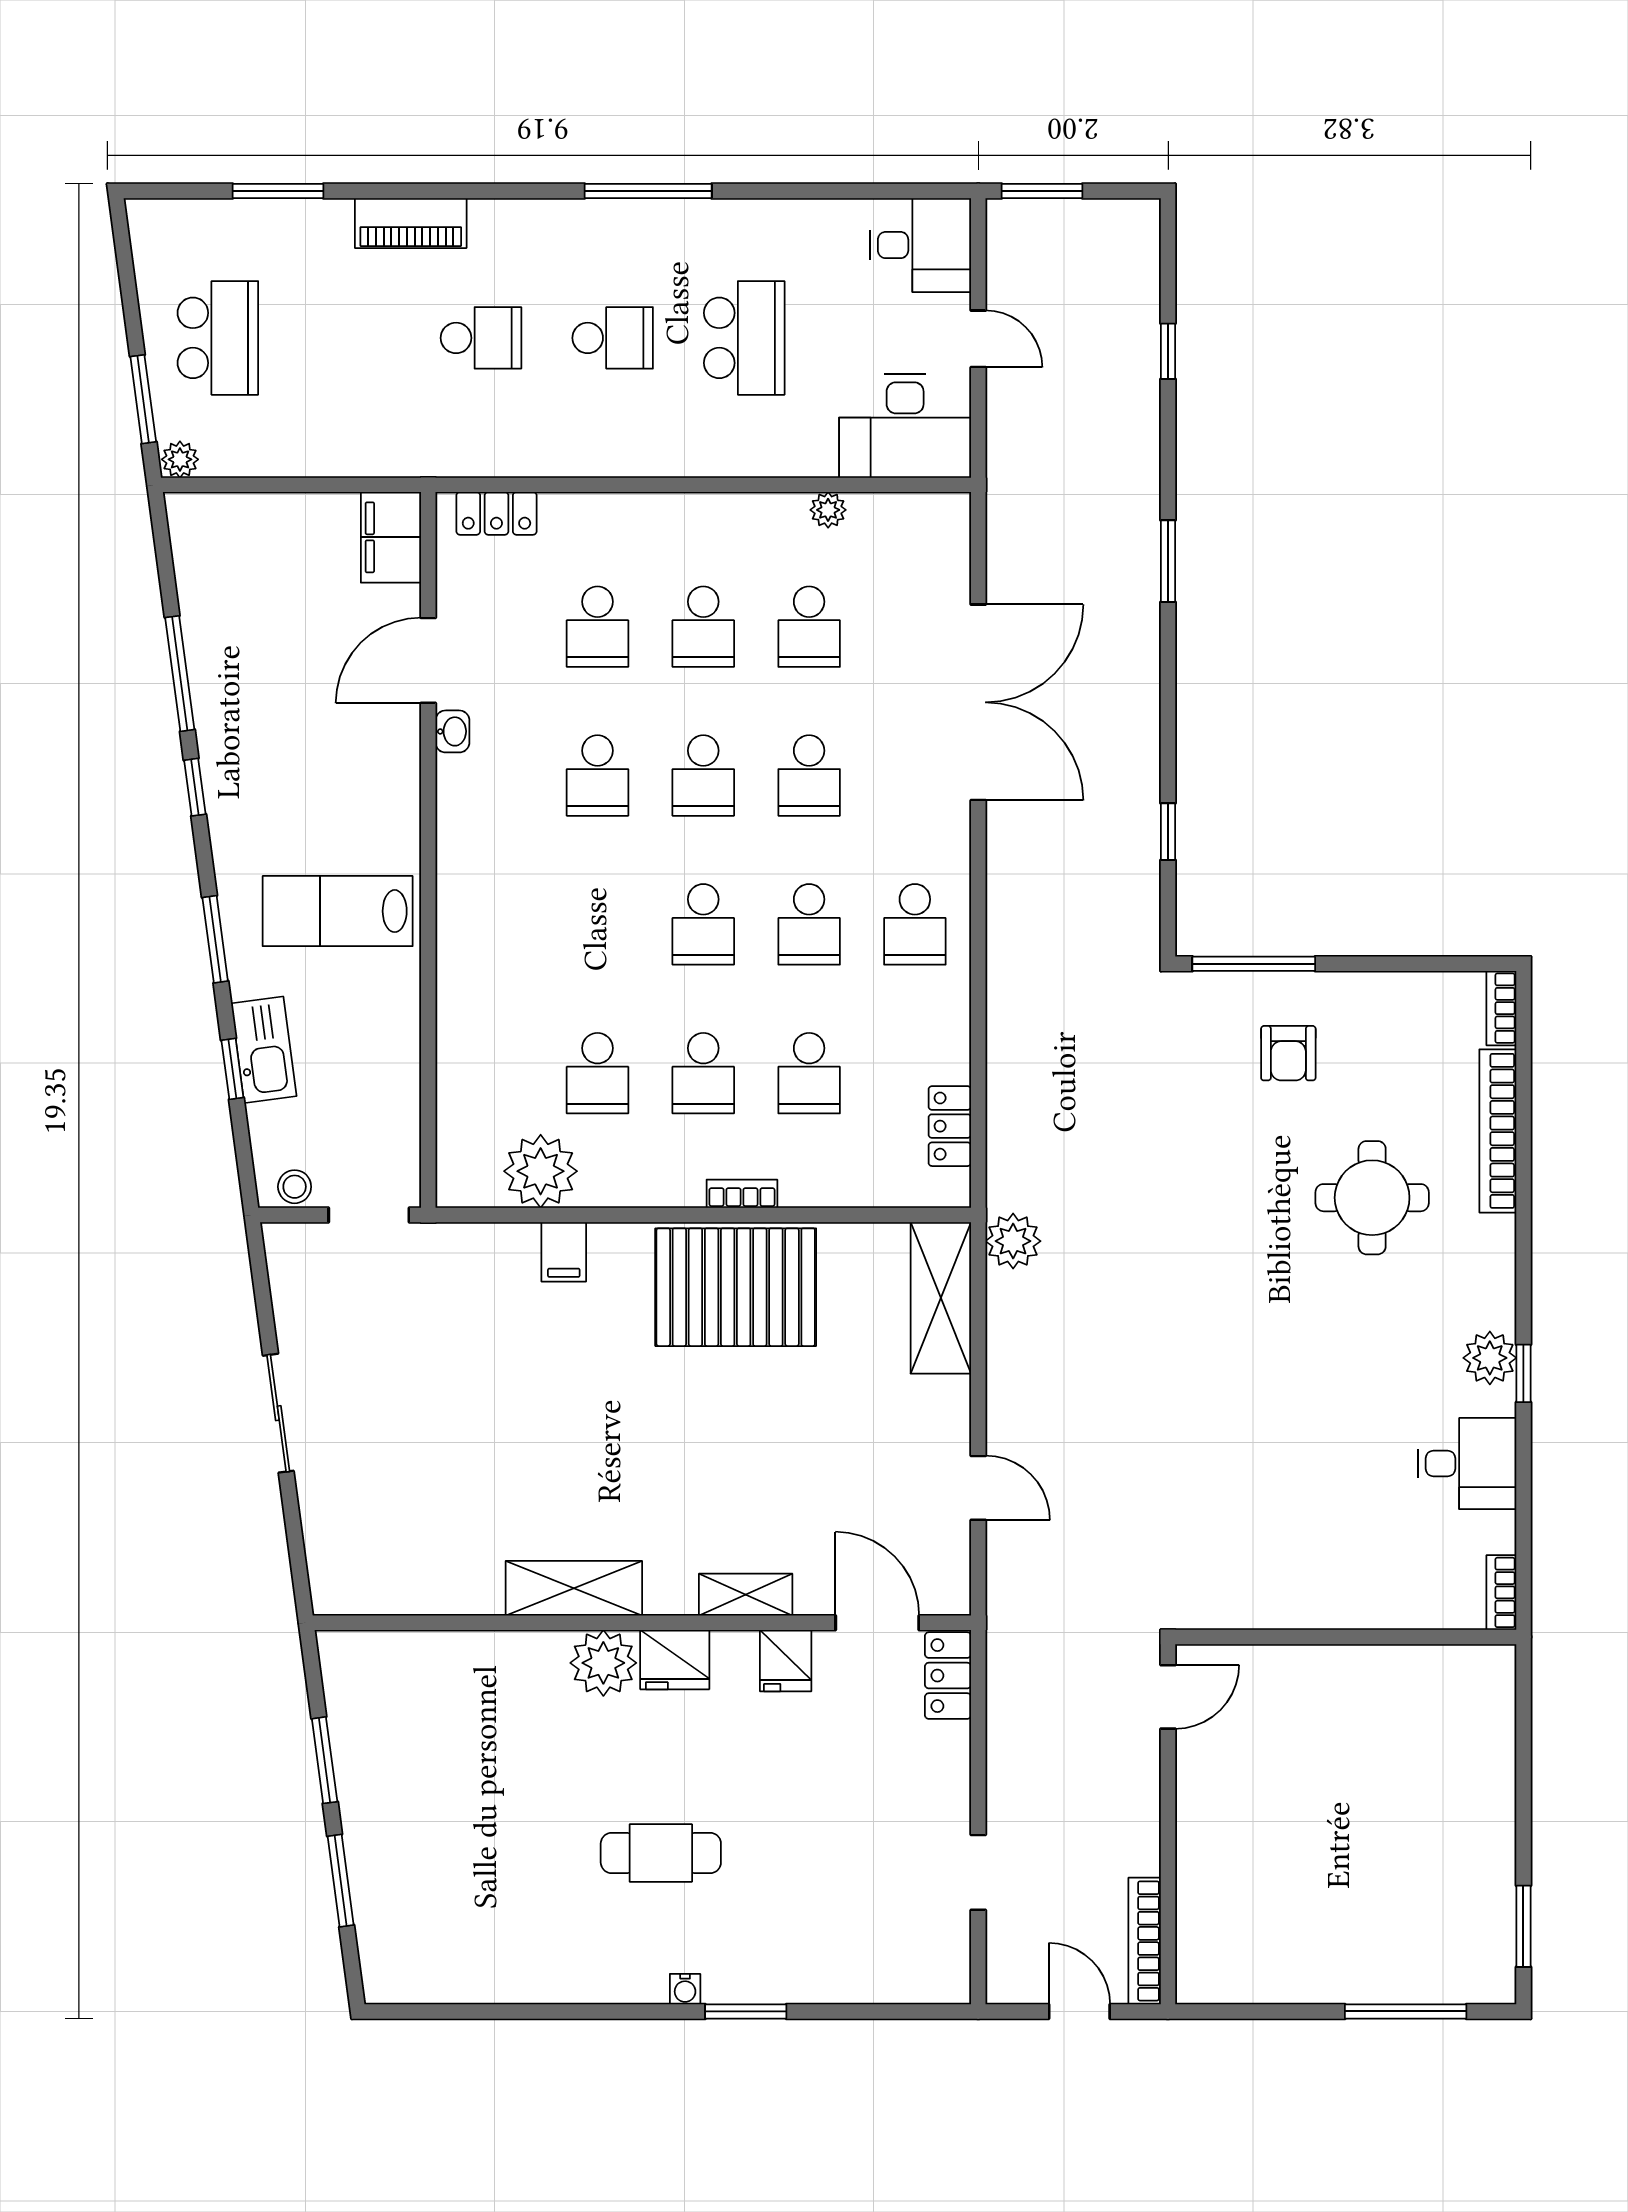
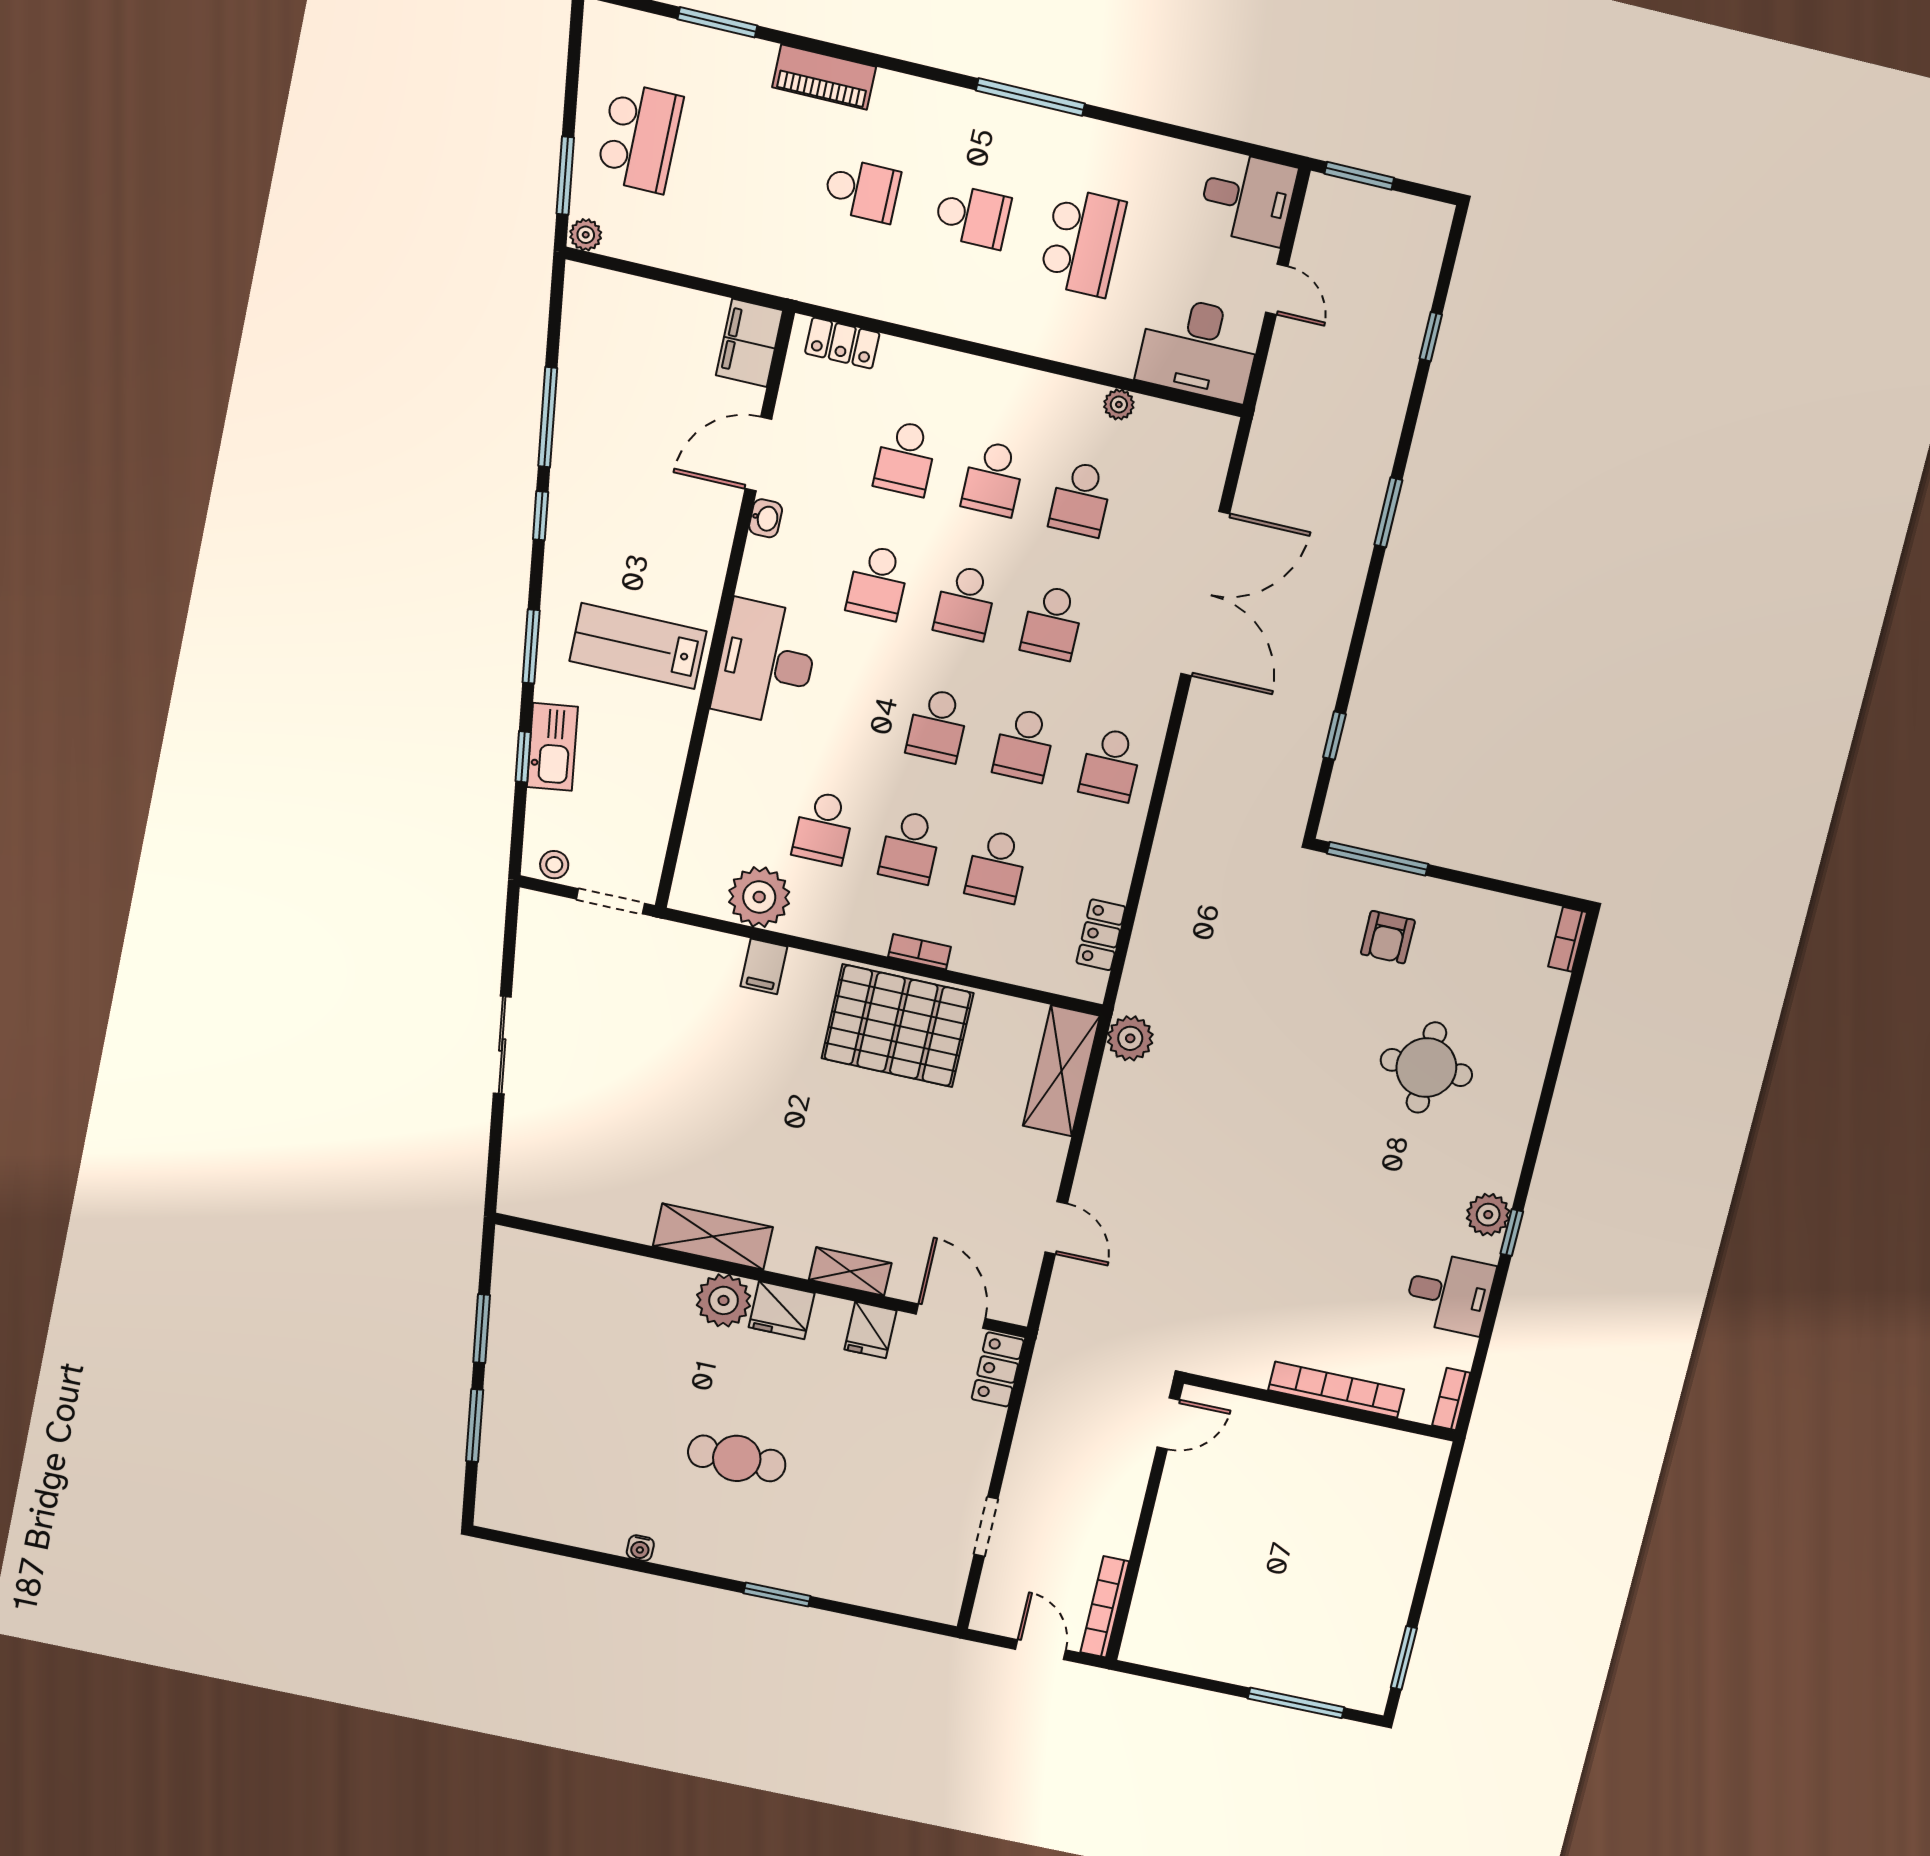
desk: (489, 896) -> (766, 662), added
bookcase: (1498, 1131) -> (1336, 1390), moved, turned 90
water cooler: (685, 1989) -> (640, 1548), moved

